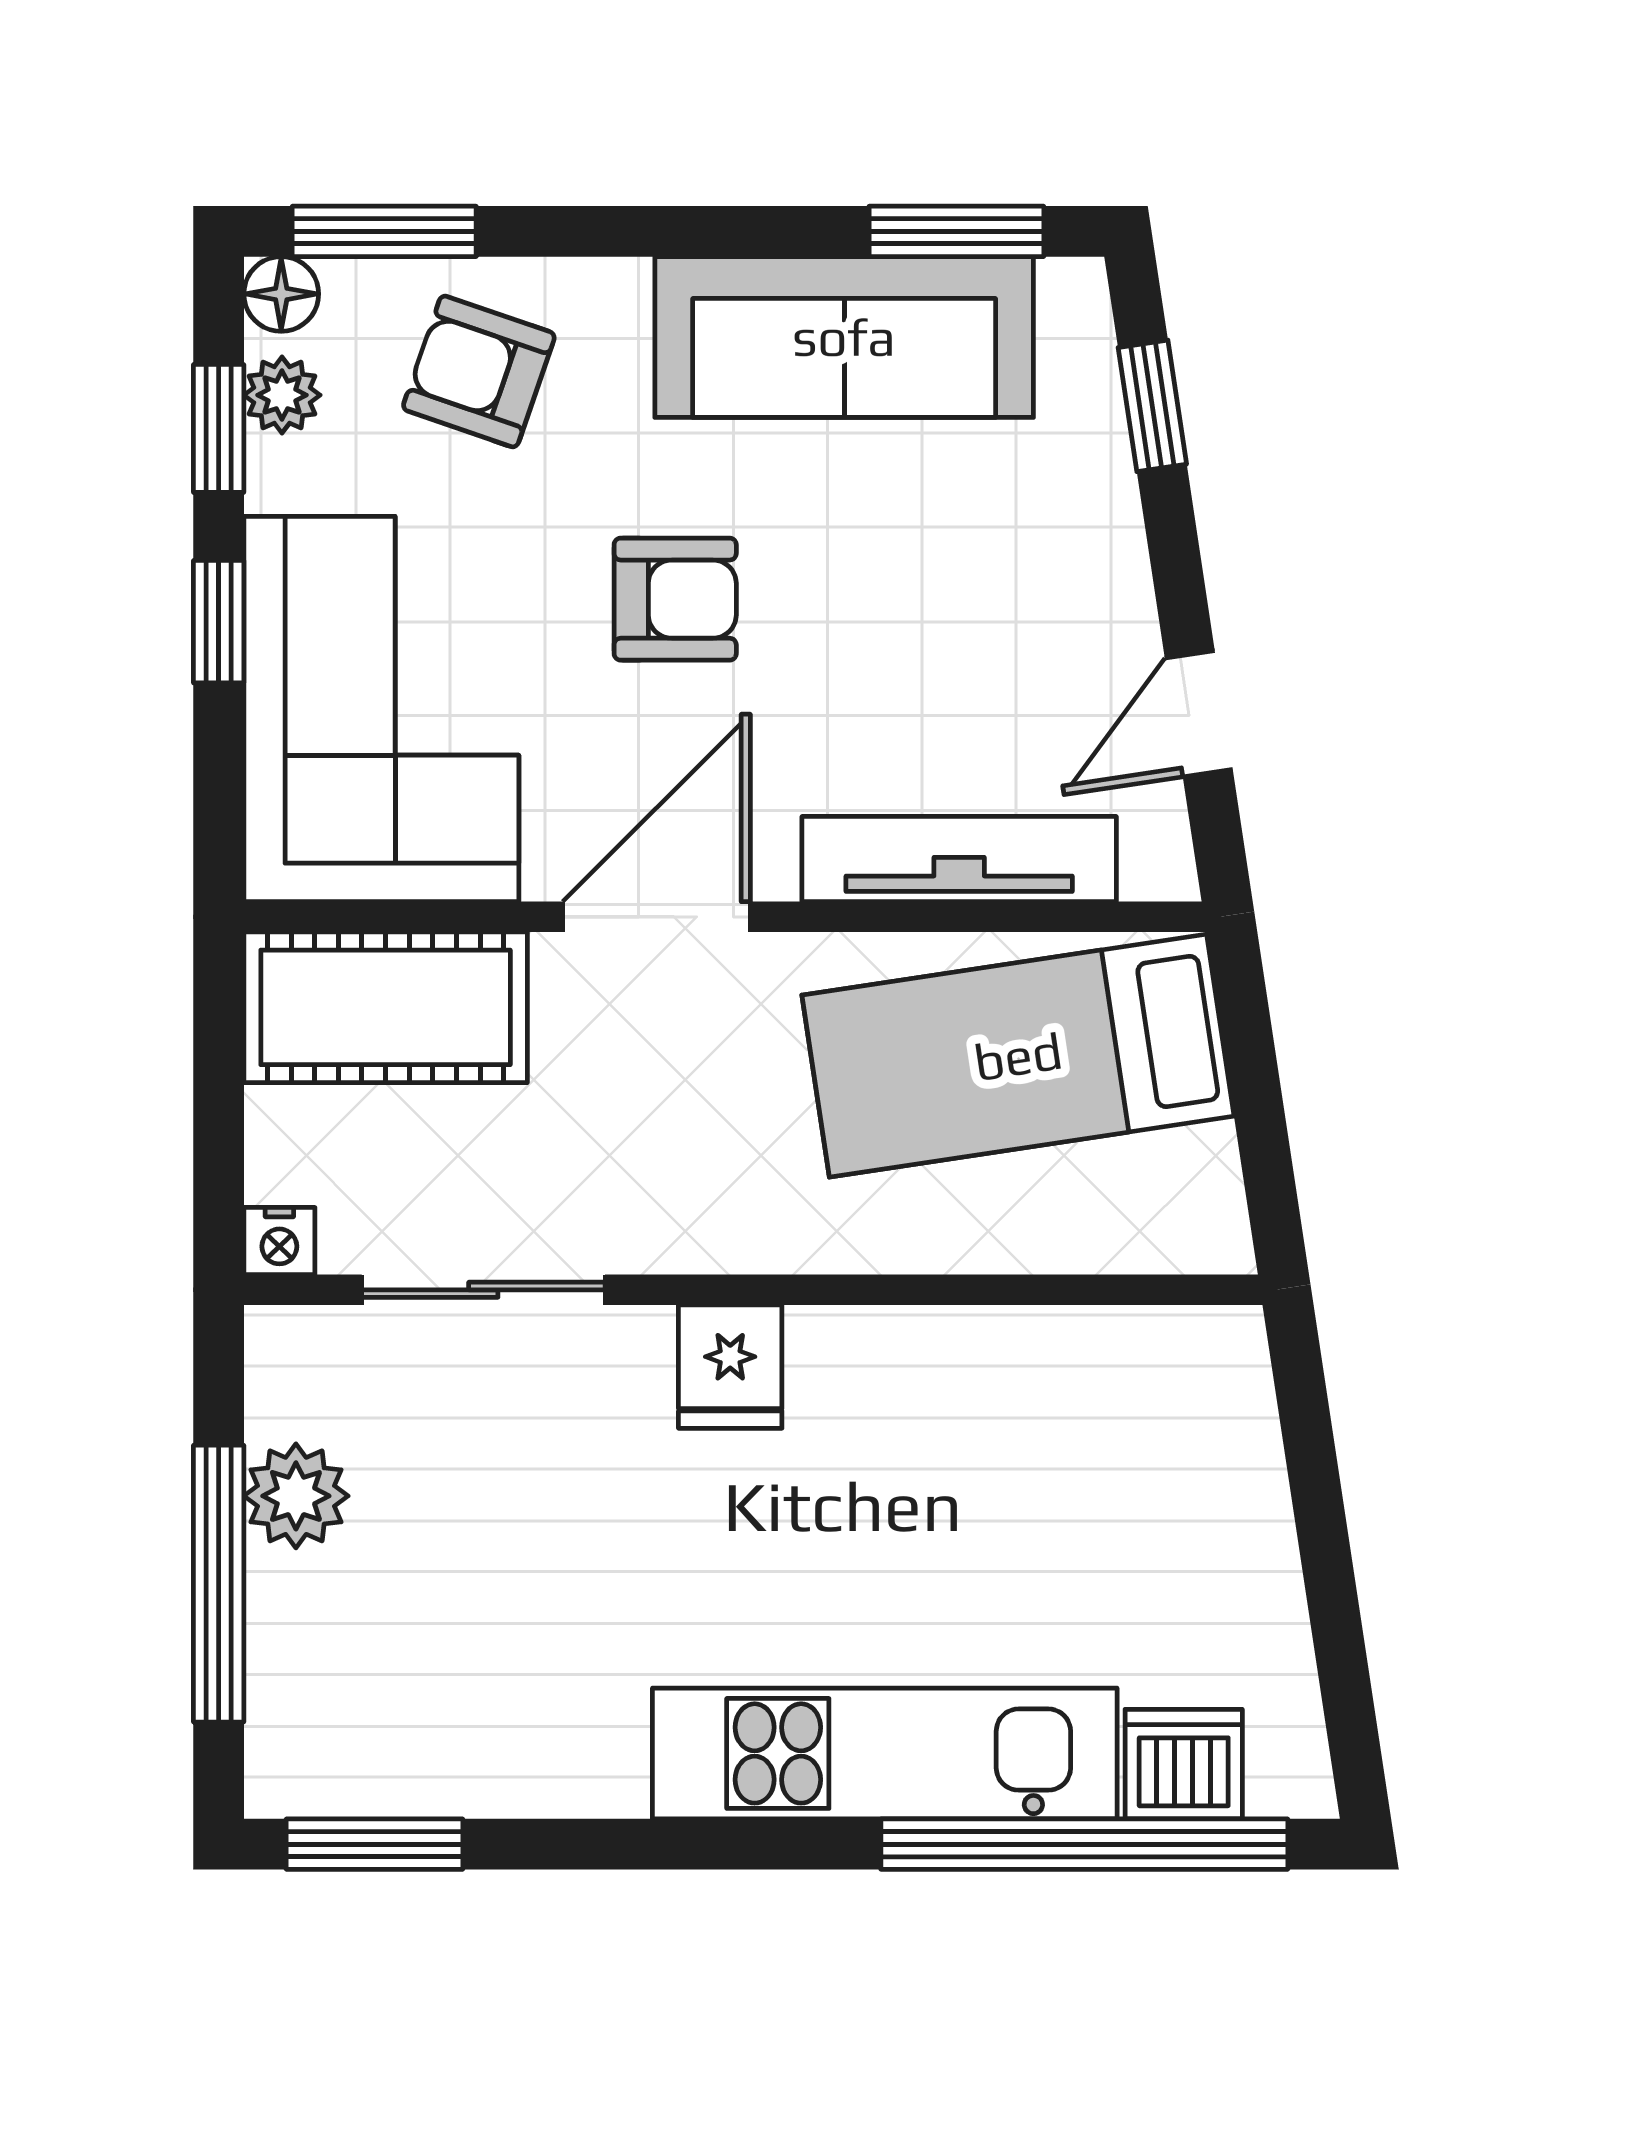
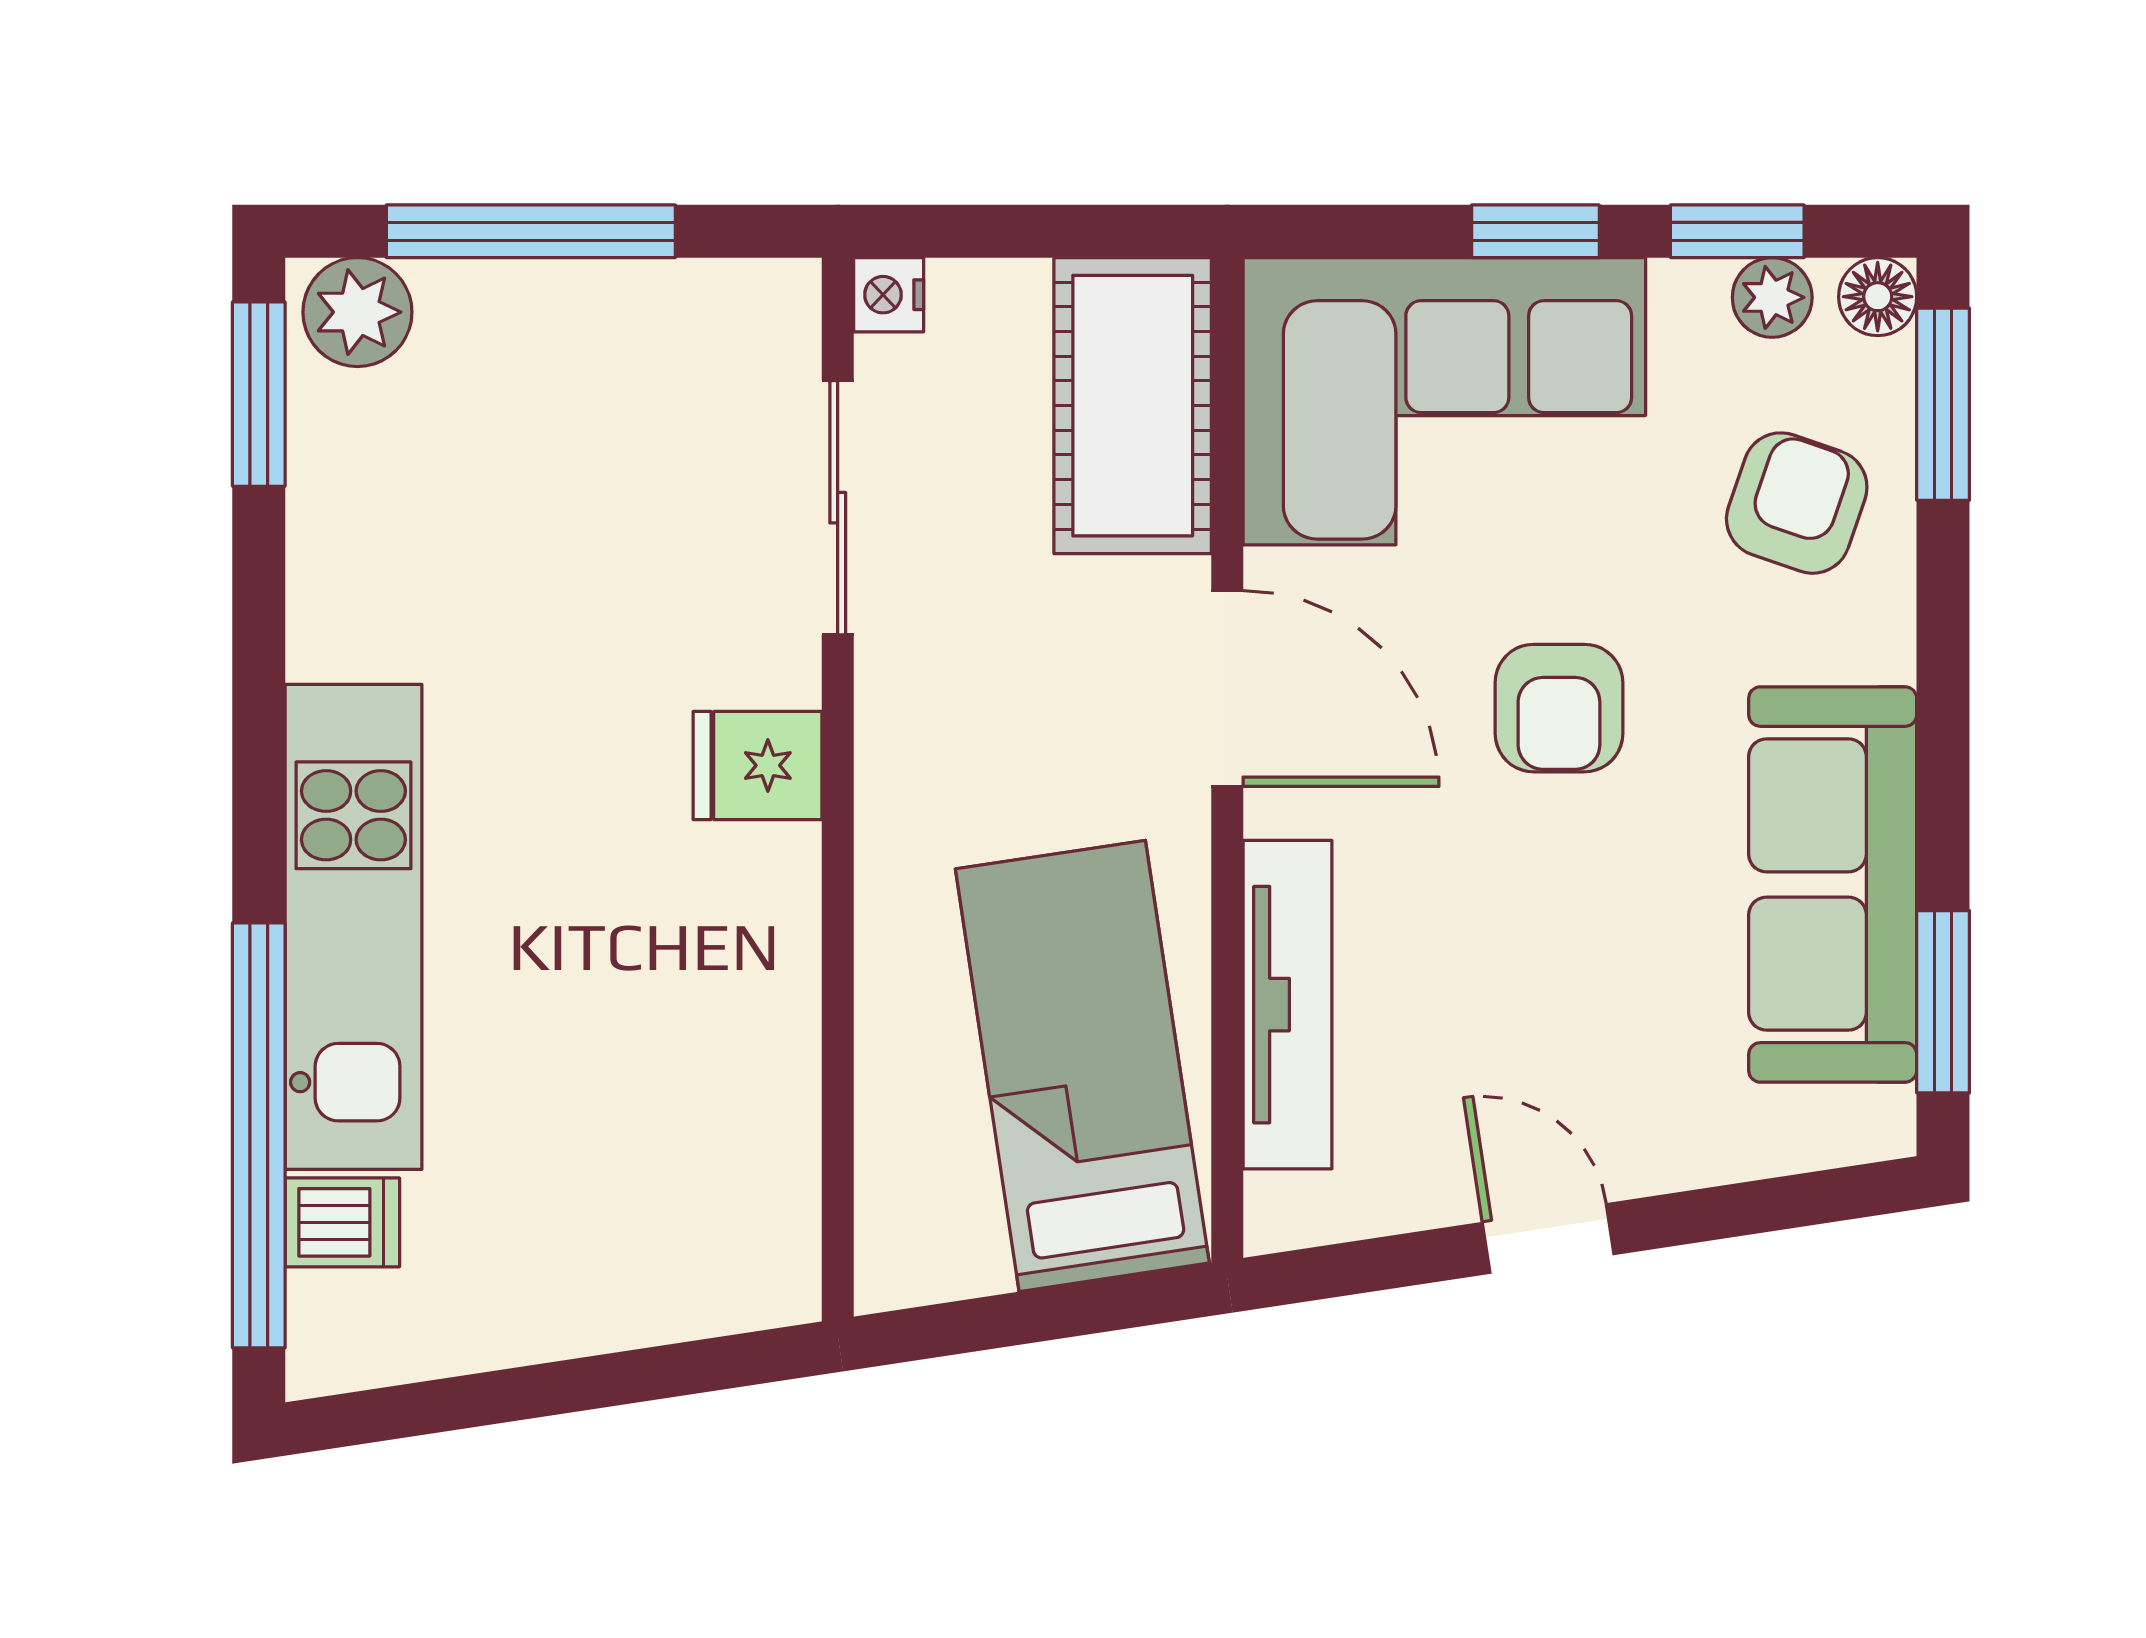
window: (1152, 406) -> (1761, 1206), removed
door: (1199, 714) -> (1548, 1238), moved
plant: (296, 1496) -> (357, 312), moved
dishwasher: (1184, 1764) -> (342, 1222), width x0.73

